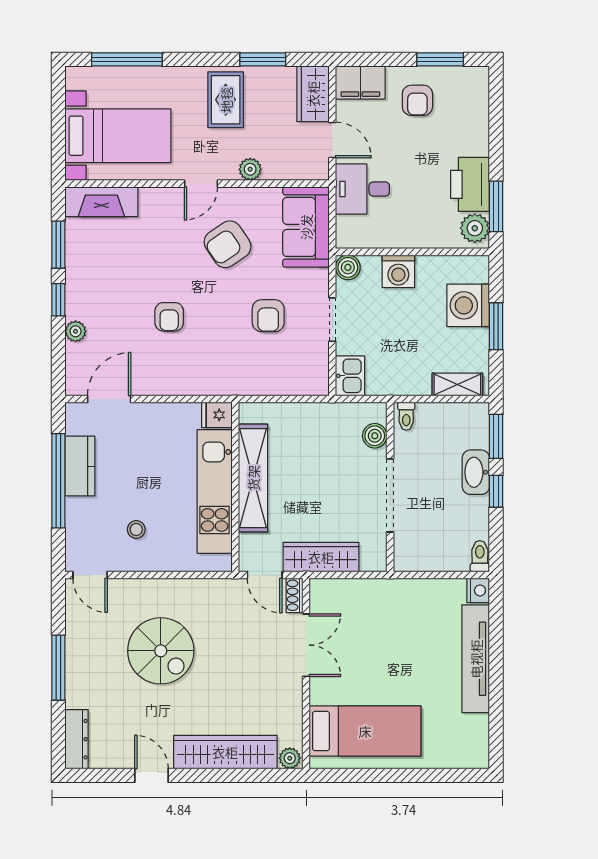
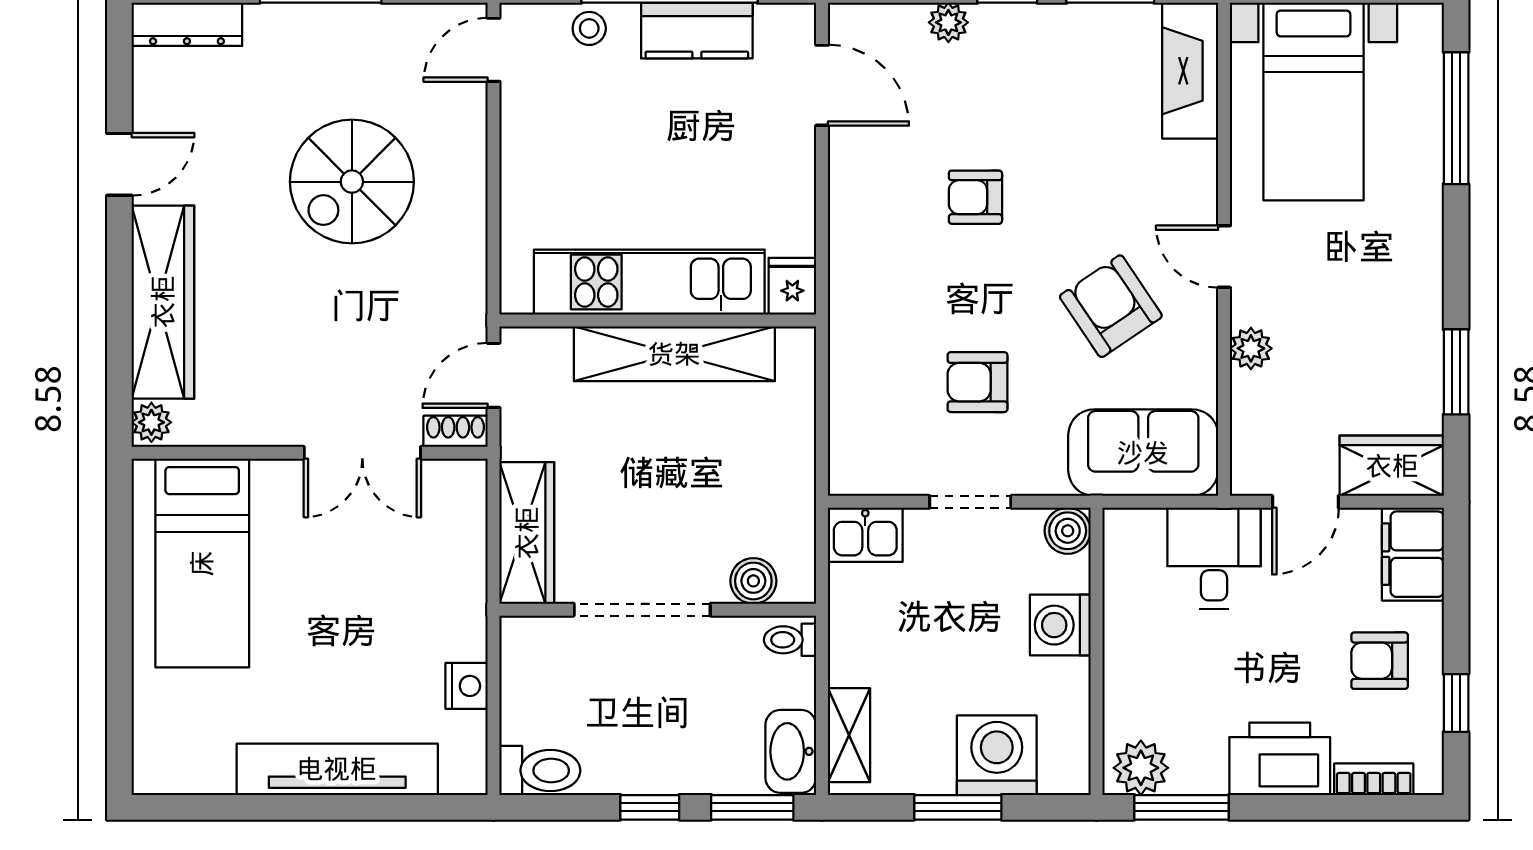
window: (440, 59) -> (1456, 703), width x0.67
rug: (226, 100) -> (1381, 302), removed
bookcase: (481, 103) -> (1374, 779), added
printer: (470, 184) -> (1280, 759), moved
washbasin: (476, 472) -> (791, 751), moved, turned -90
stool: (136, 530) -> (589, 28), moved
toilet: (480, 556) -> (540, 770), width x1.37, depth x1.39
wardrobe: (321, 557) -> (527, 533), moved
nightstand: (478, 590) -> (467, 686), moved, turned -90

